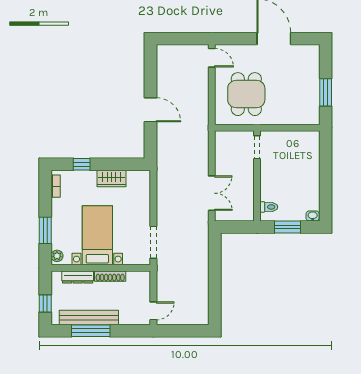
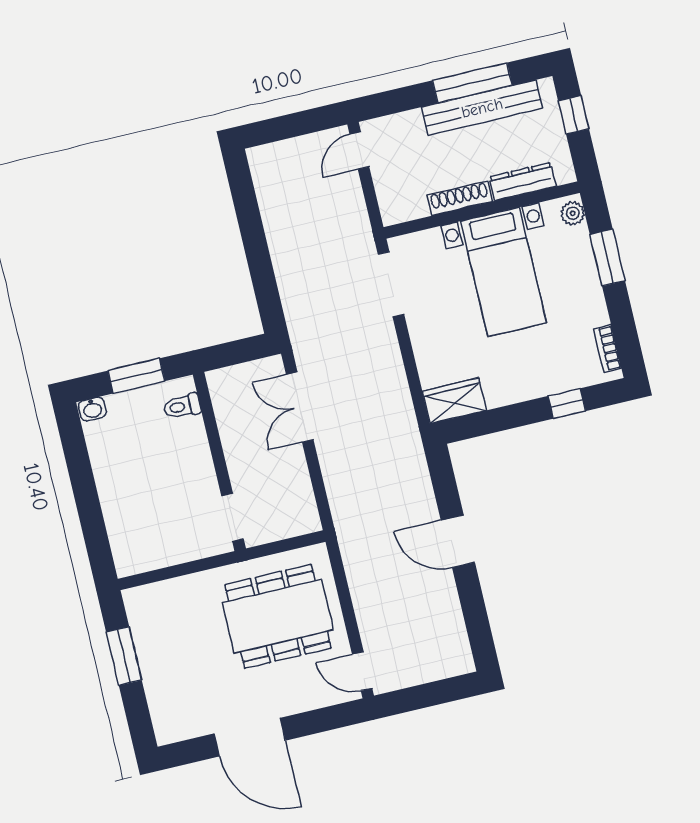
dining table: (246, 94) -> (278, 616), width x1.38
wardrobe: (111, 178) -> (454, 401), moved

